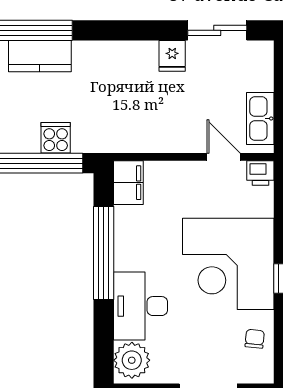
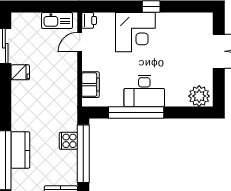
filing cabinet: (128, 183) -> (90, 85), moved, turned 90
corner desk: (228, 264) -> (135, 32), width x0.74, depth x0.74
desk: (141, 306) -> (144, 91), moved
chair: (255, 339) -> (186, 24), removed

